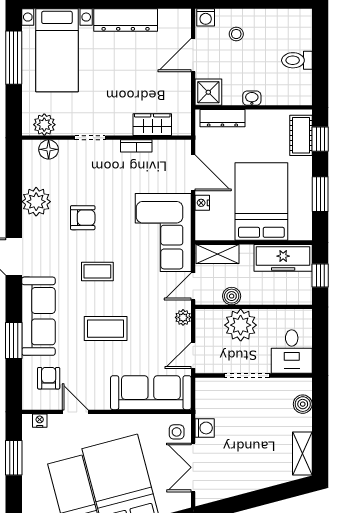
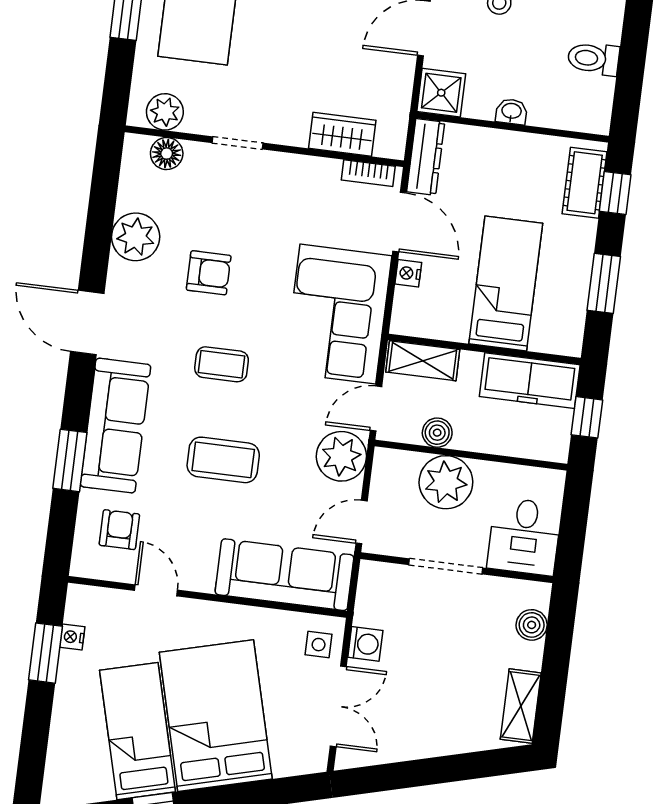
dresser: (222, 118) -> (426, 157), moved, turned -90
bookcase: (136, 146) -> (368, 173), moved
bed: (261, 202) -> (506, 284), width x0.67
plant: (183, 317) -> (341, 456), width x1.88, depth x1.88
nightstand: (40, 421) -> (72, 637), moved, turned -90
double door: (193, 467) -> (338, 706), swing flipped

